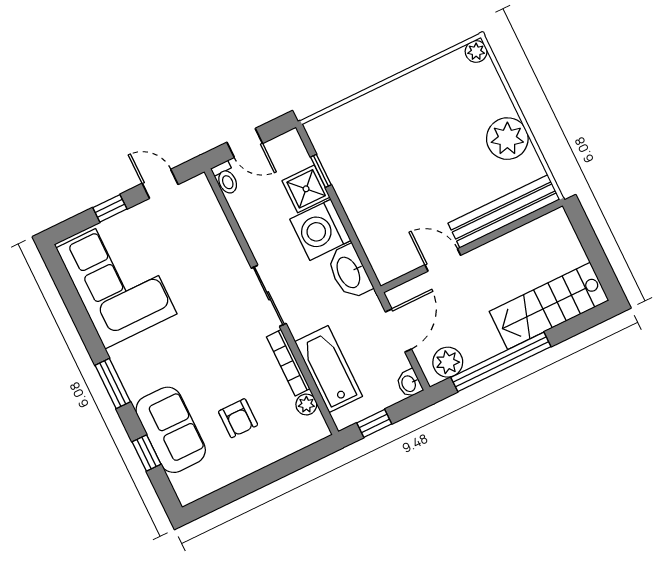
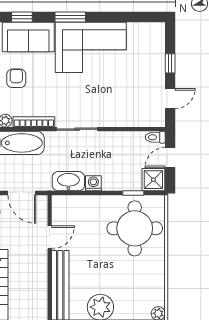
round table: (371, 144) -> (135, 228), added
shower: (306, 189) -> (153, 180), moved
washing machine: (320, 230) -> (93, 183), width x0.53, depth x0.53
corner sofa: (117, 281) -> (91, 47), moved
armchair: (238, 418) -> (16, 78), turned 90

